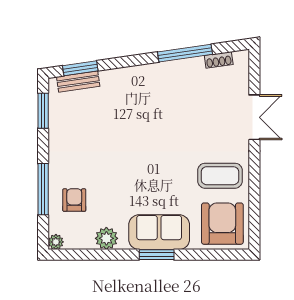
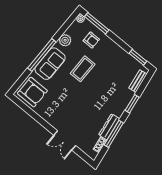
window: (80, 68) -> (132, 104), moved
dresser: (180, 68) -> (109, 127), added
coffee table: (220, 176) -> (83, 69), moved
window: (43, 189) -> (97, 23), moved
window: (157, 255) -> (42, 55), width x2.11

